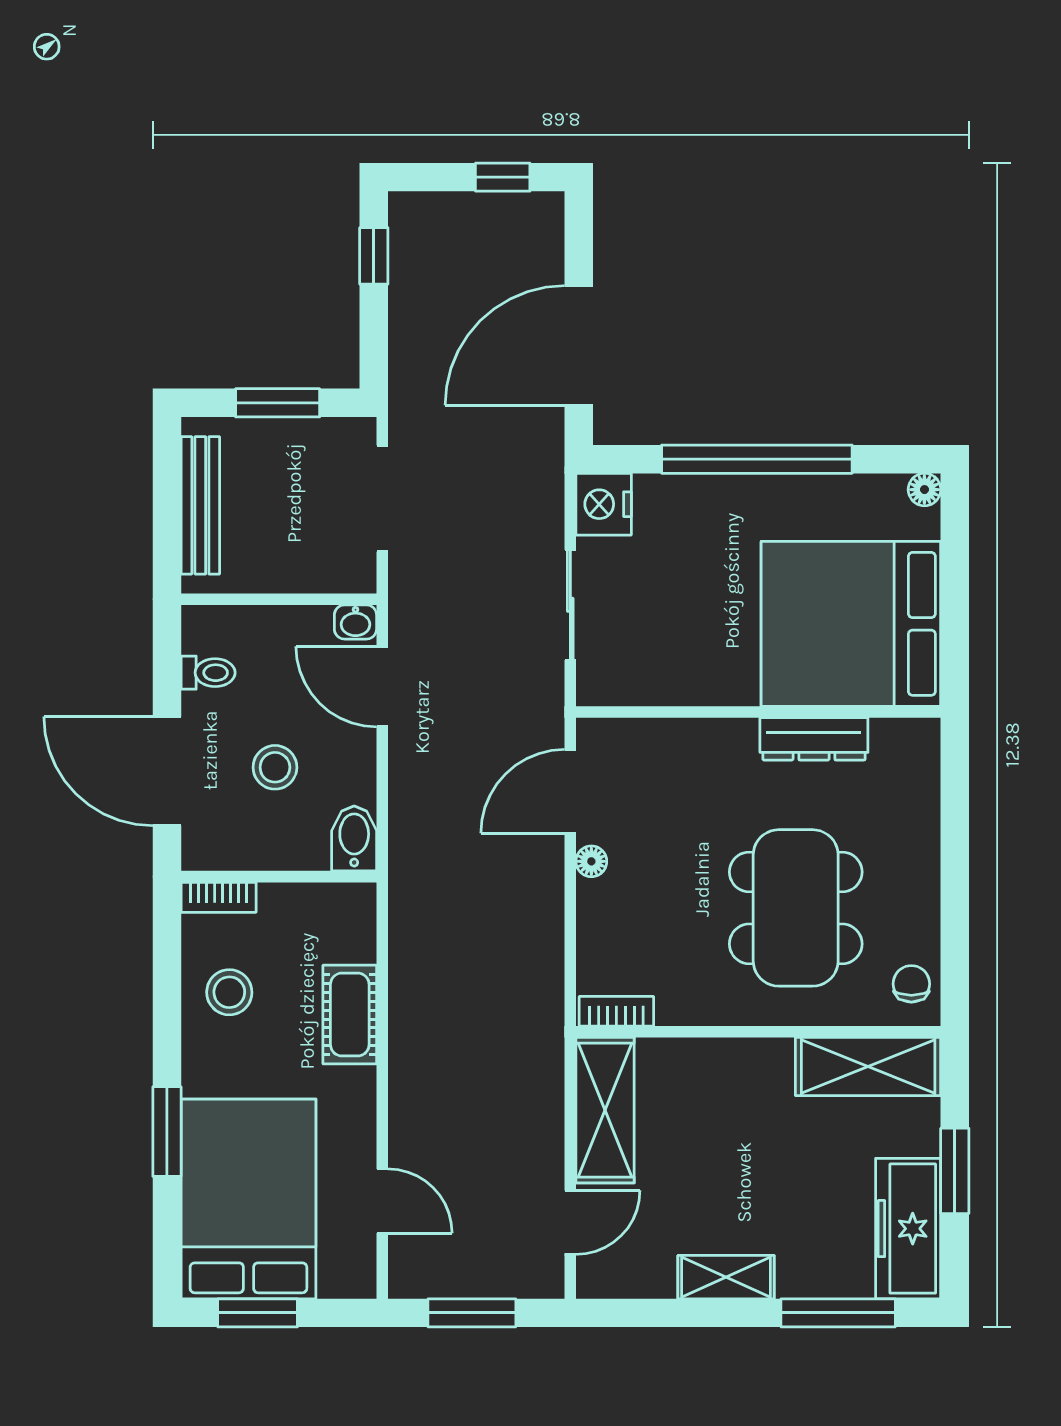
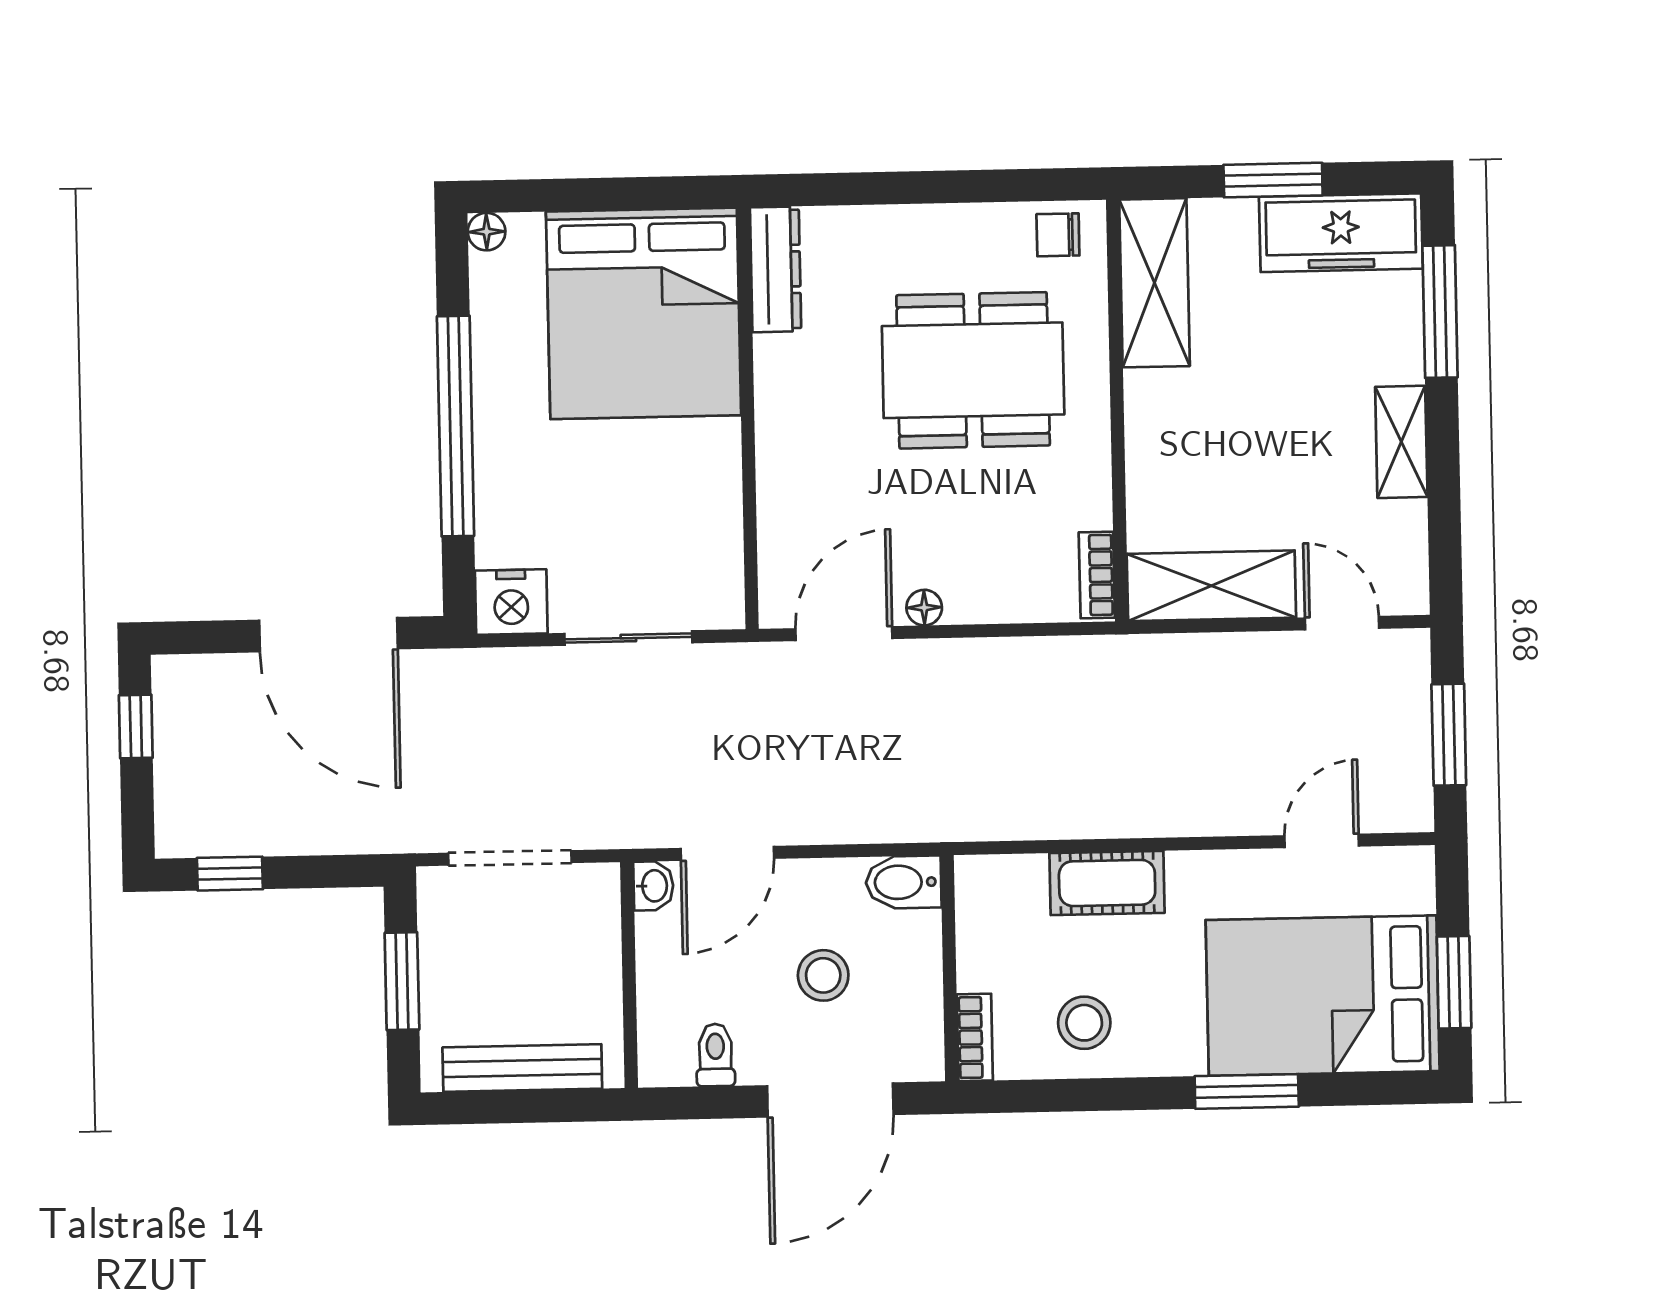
dresser: (814, 739) -> (776, 269), moved
door: (570, 791) -> (844, 634), swing flipped

